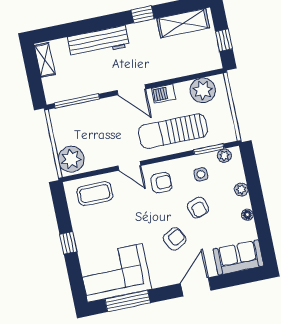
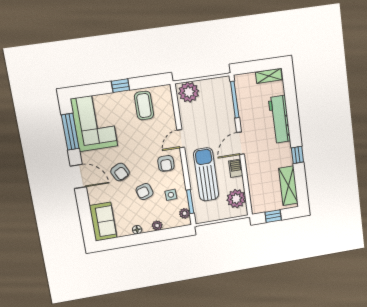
coffee table: (95, 194) -> (144, 106), moved
door: (196, 287) -> (78, 176), moved

